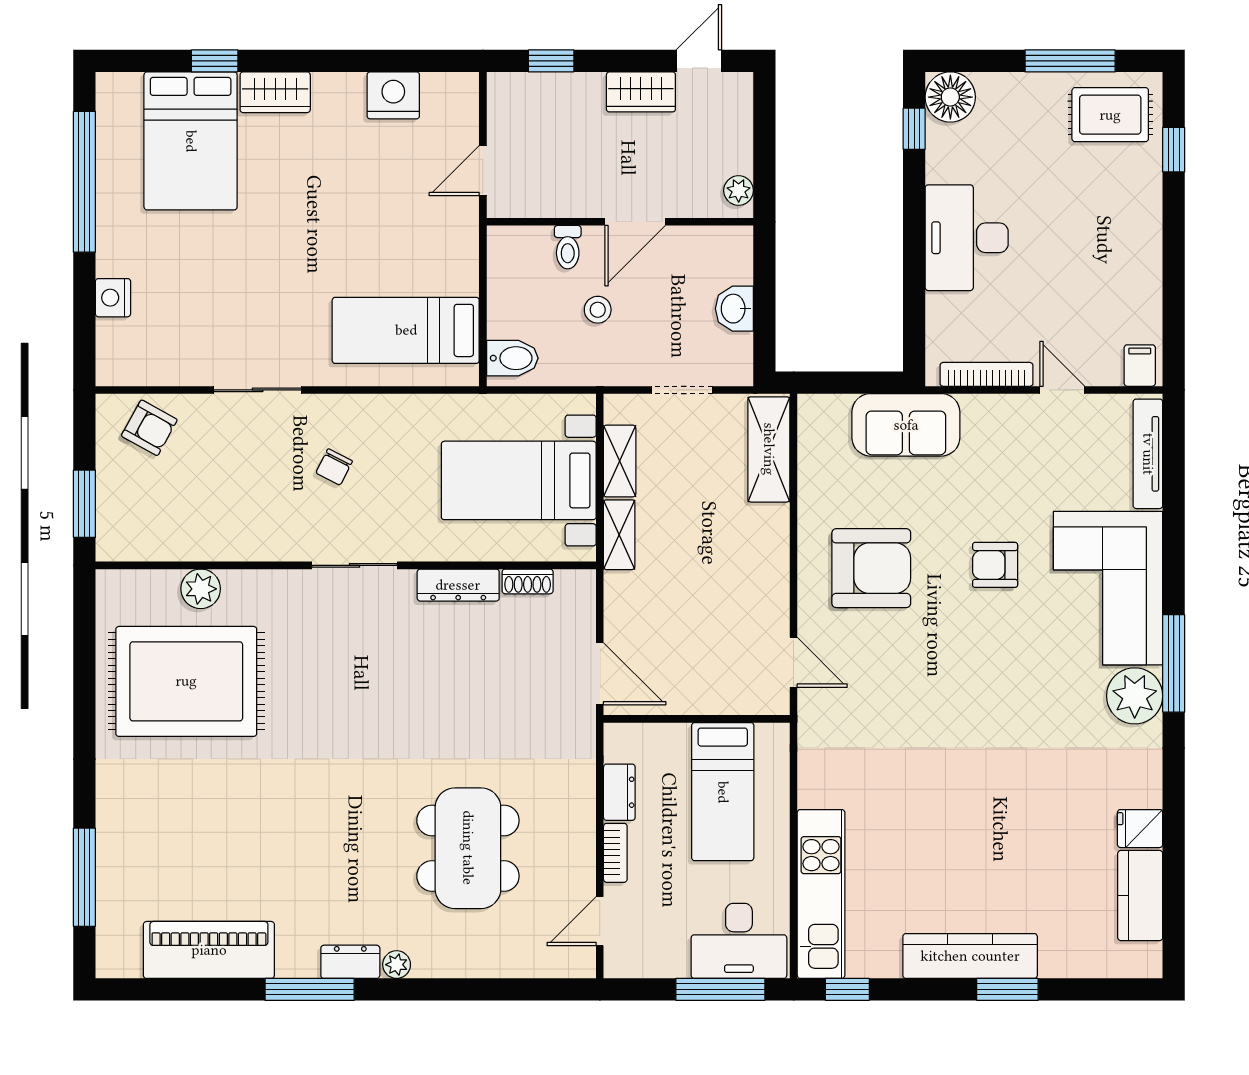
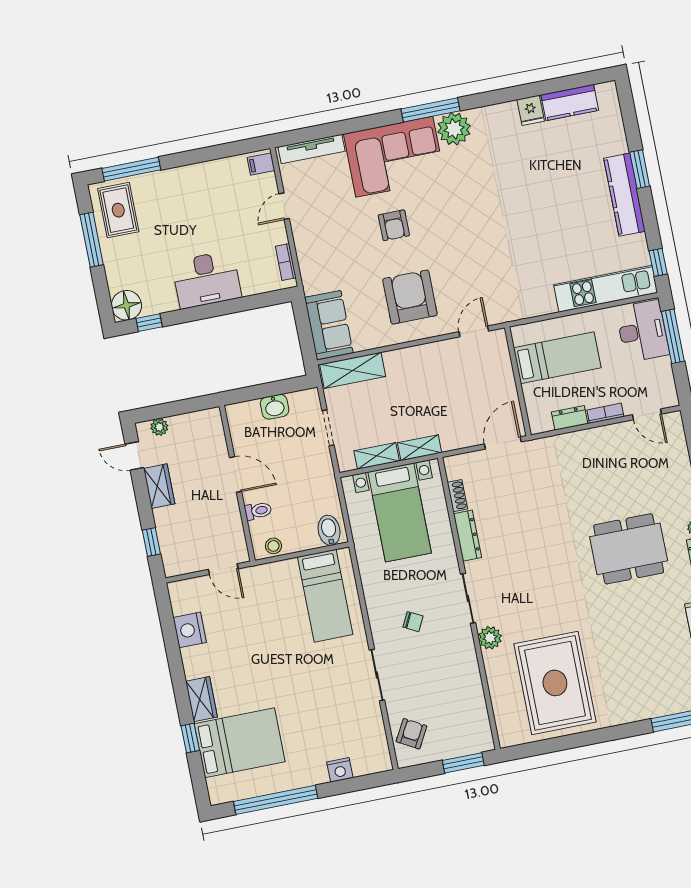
window: (1174, 150) -> (131, 169), width x2.17
plant: (739, 191) -> (159, 427), moved
stool: (598, 310) -> (273, 546), moved
bookcase: (986, 374) -> (286, 262), width x0.64
sofa: (906, 425) -> (329, 325), moved
plant: (201, 589) -> (490, 638), moved
dining table: (468, 848) -> (629, 549), moved

